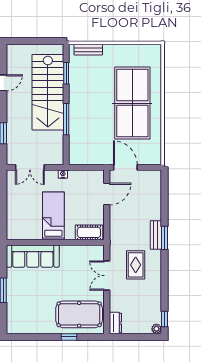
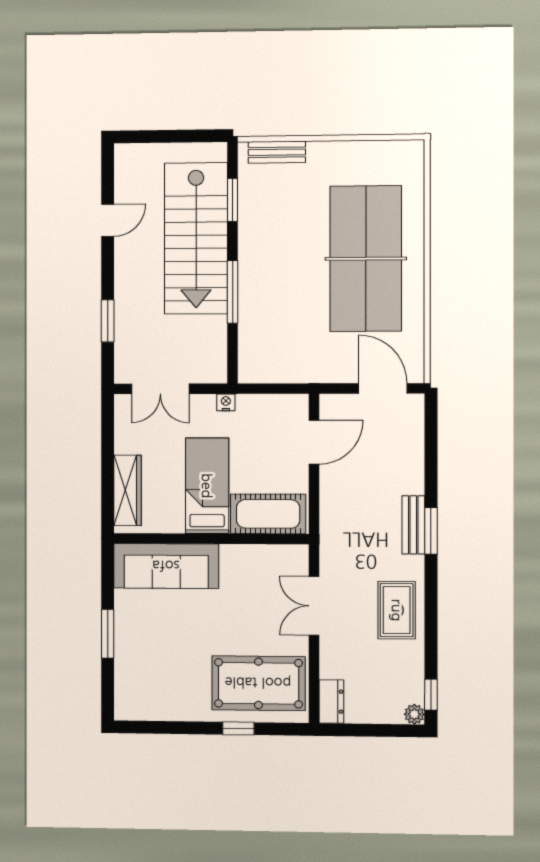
door: (125, 167) -> (383, 388), moved
wardrobe: (13, 218) -> (127, 490), added
cot: (89, 232) -> (268, 514), width x1.37, depth x1.34
rug: (136, 265) -> (397, 610), moved

